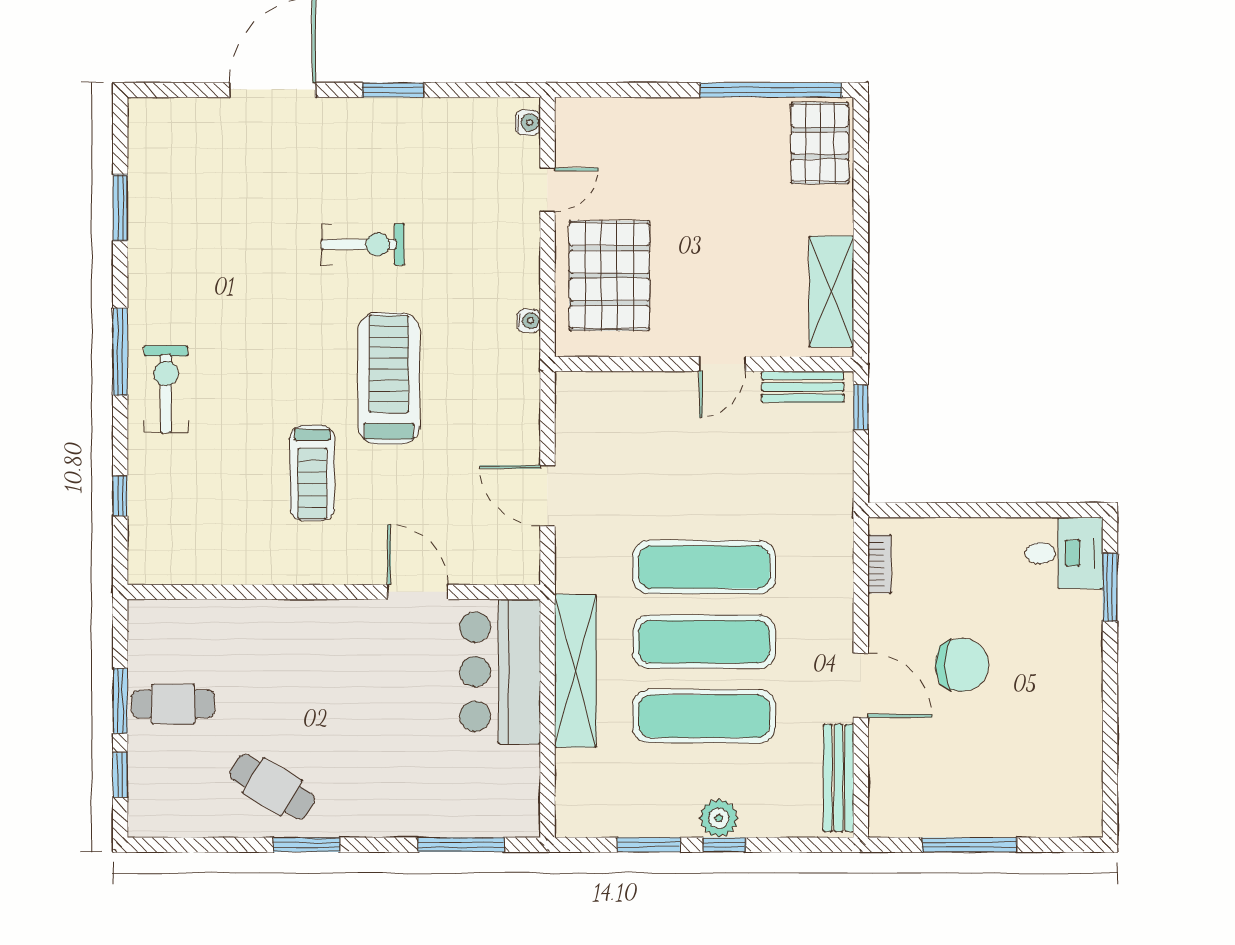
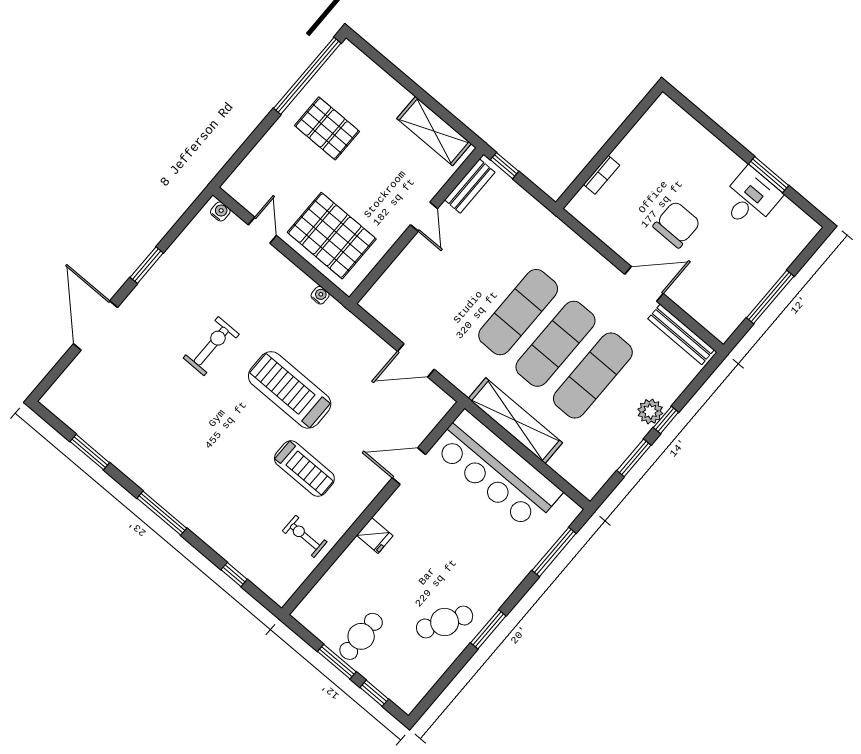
pallet: (820, 143) -> (327, 128), moved
exercise bike: (166, 389) -> (305, 536), moved, width x0.73, depth x0.72
desk: (1064, 553) -> (750, 199), moved
bookcase: (880, 564) -> (602, 175), moved, turned 90
window: (1110, 587) -> (769, 175), moved
fridge: (304, 621) -> (375, 536), added
bar counter: (500, 672) -> (497, 470), width x1.36

